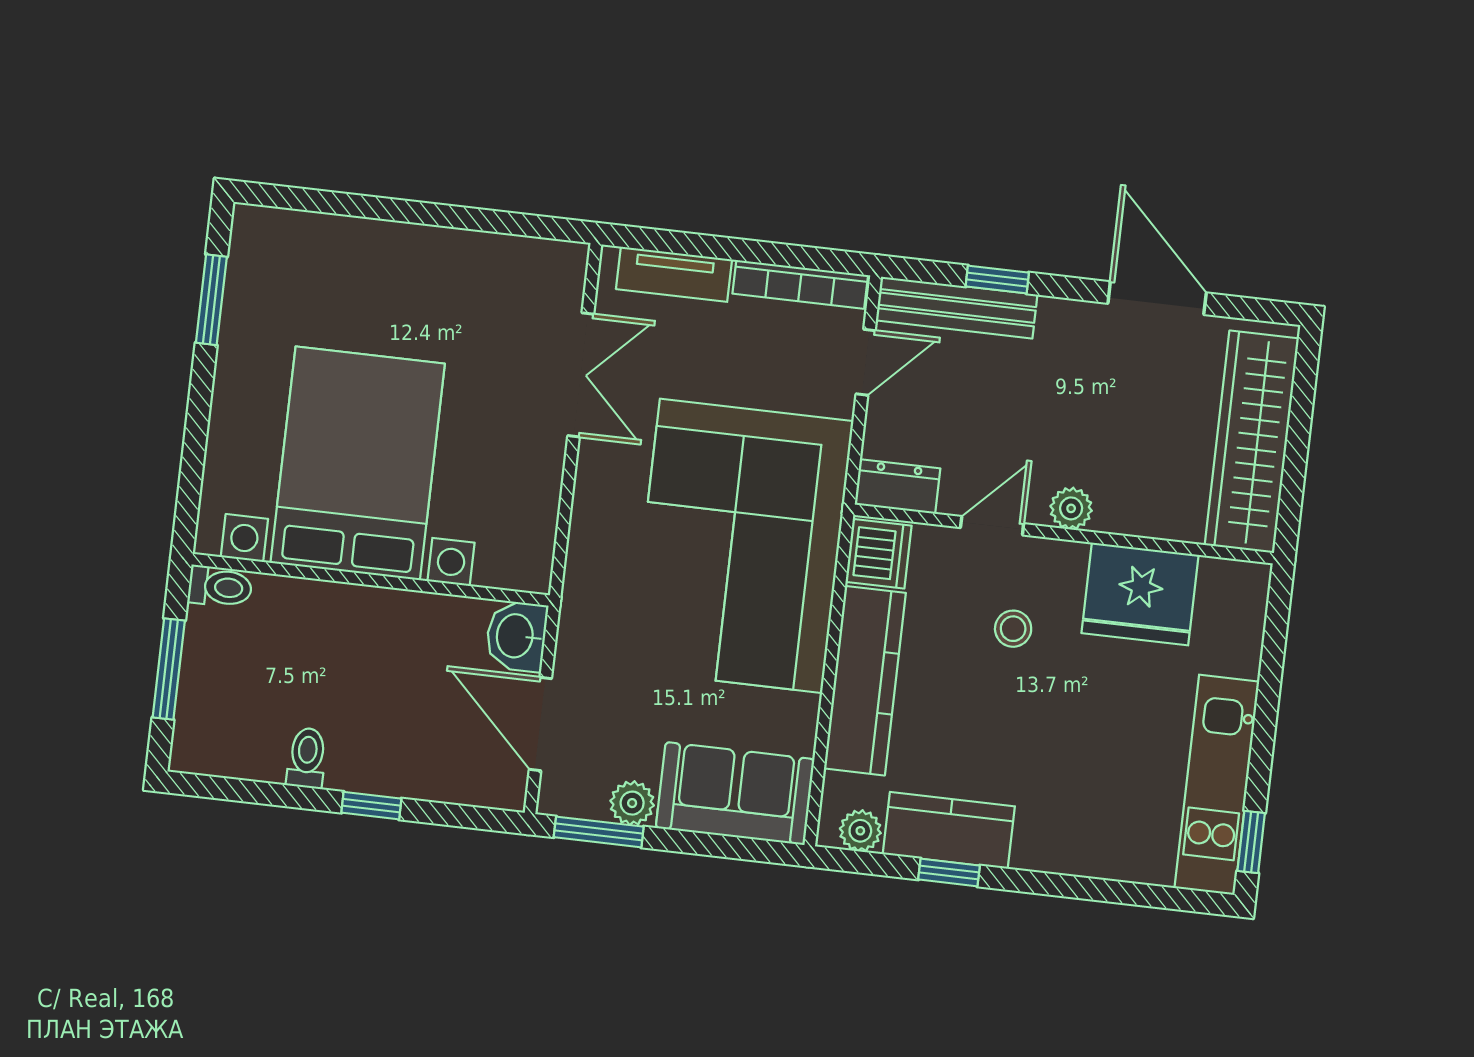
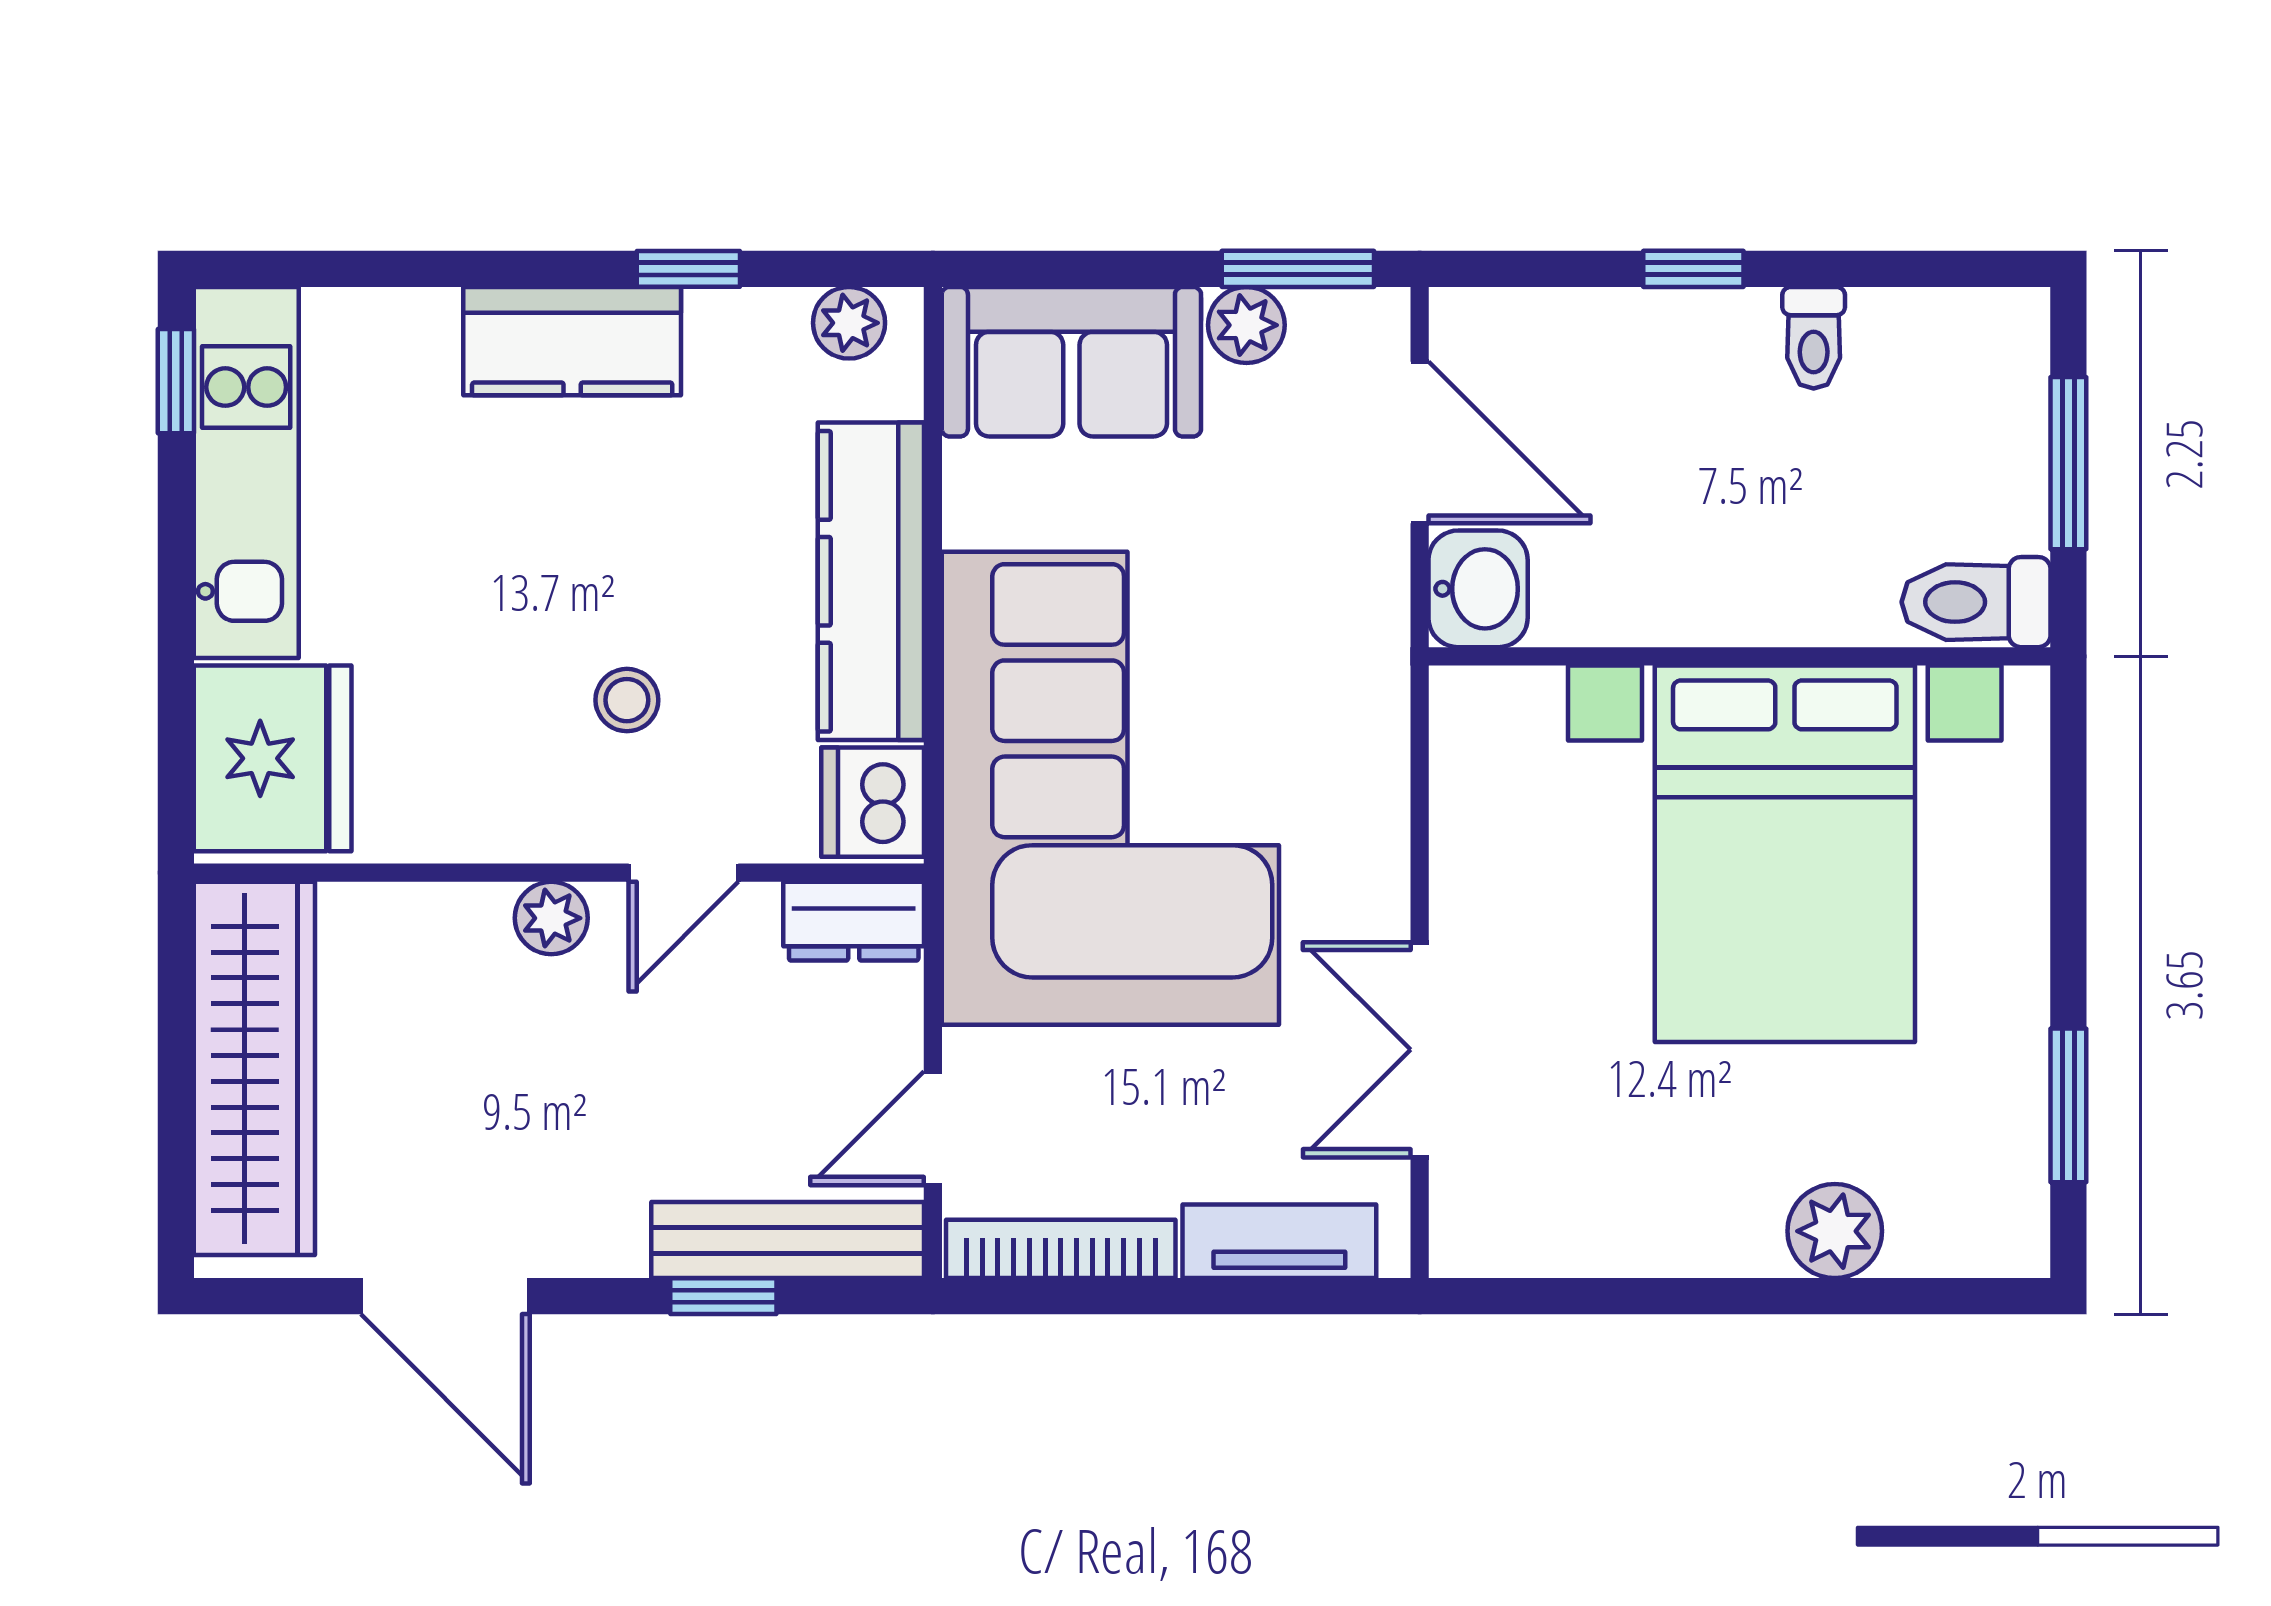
plant: (354, 243) -> (1835, 1231), added
toilet: (220, 587) -> (1976, 602), width x1.37, depth x1.39
fridge: (1140, 594) -> (273, 758), moved, turned 90
kitchen counter: (949, 830) -> (572, 341), moved

